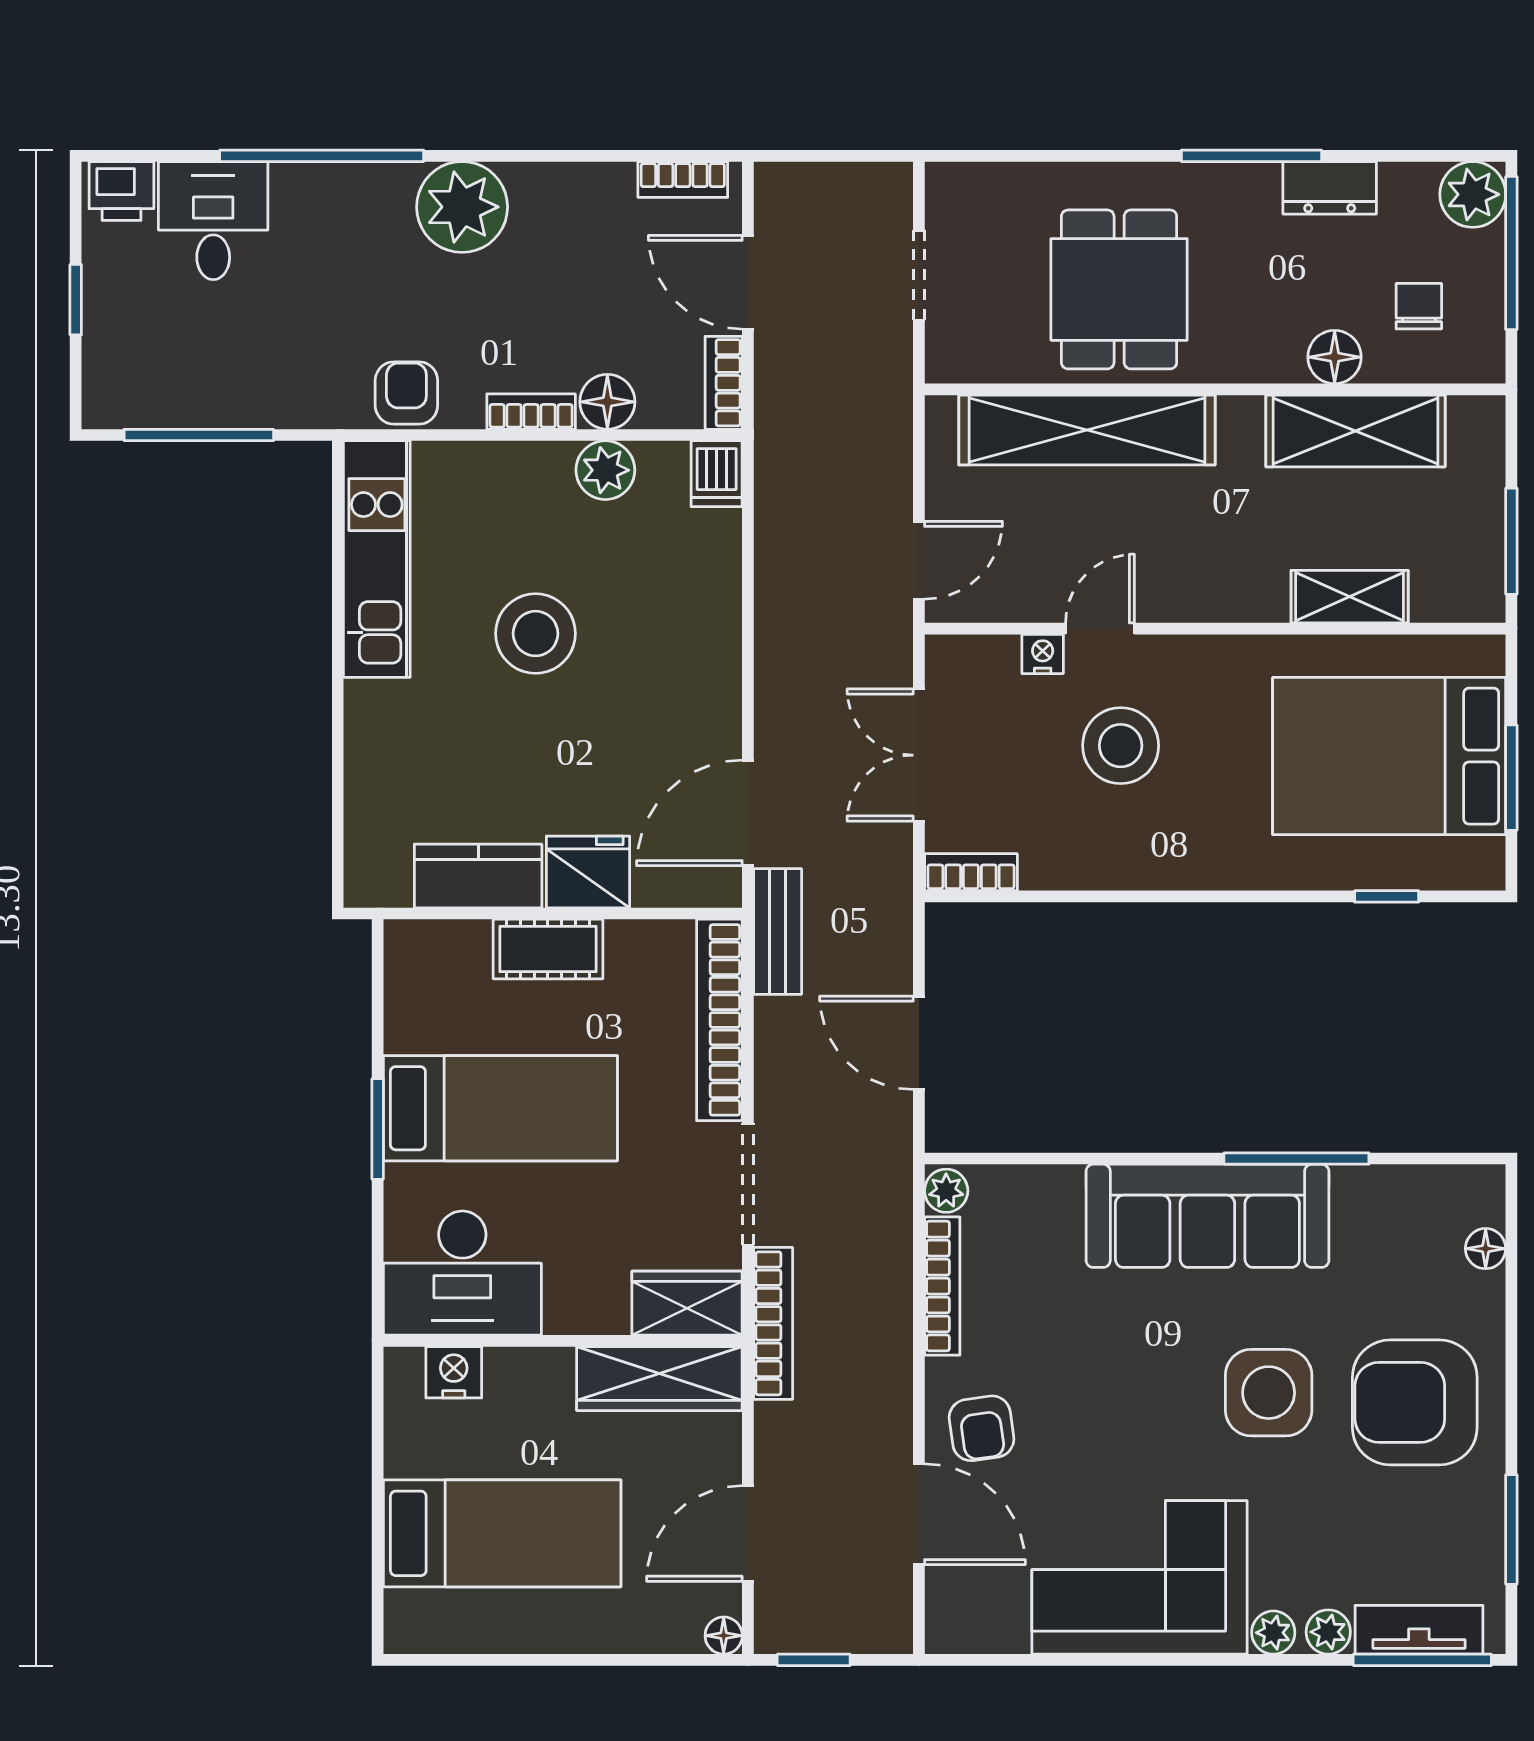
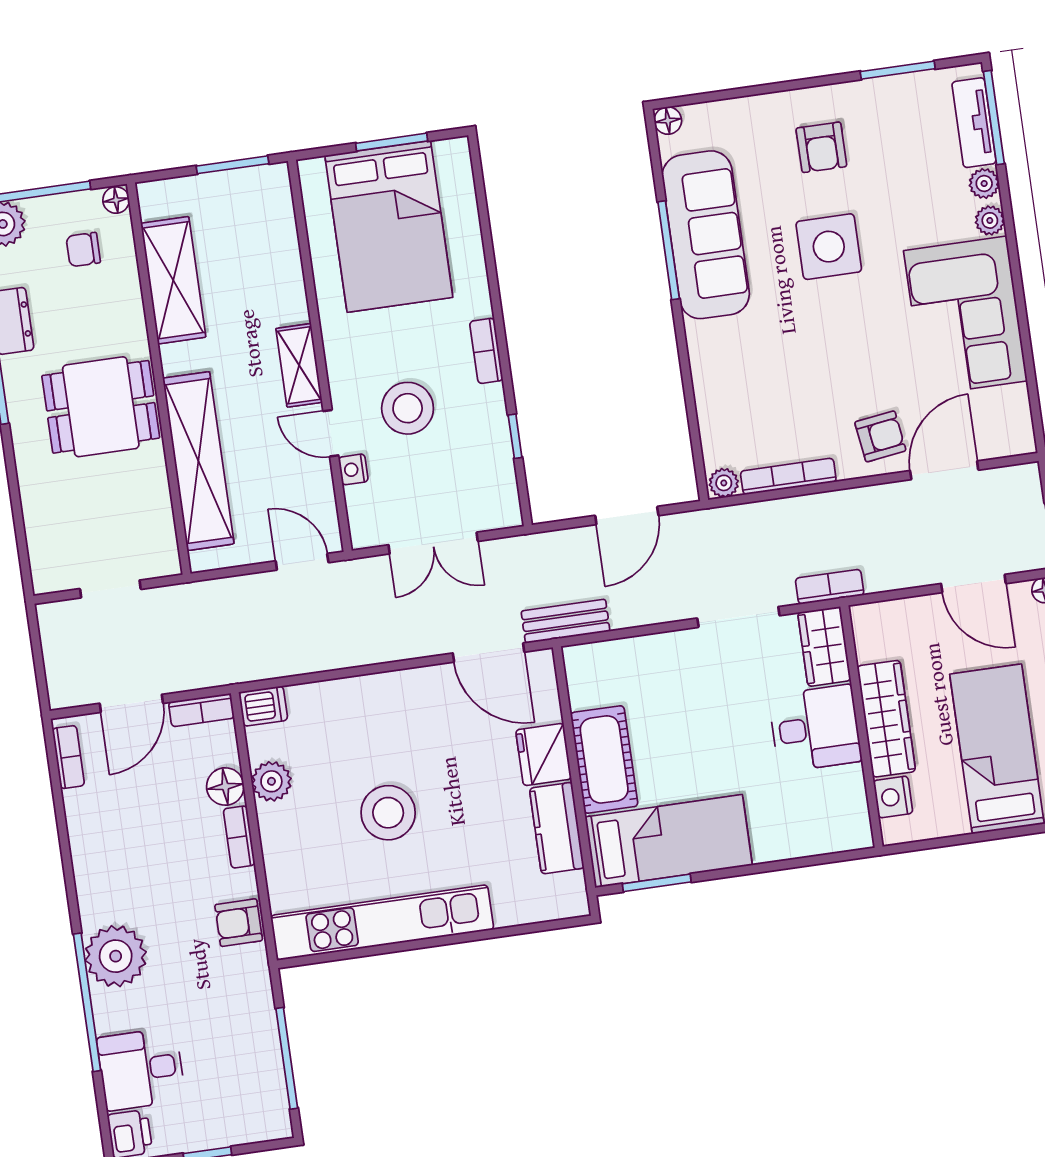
plant: (462, 207) -> (116, 956), moved
dining table: (1119, 289) -> (101, 407), moved
floor lamp: (1335, 357) -> (116, 200), moved, width x0.73, depth x0.73
kitchen unit: (377, 559) -> (382, 923), width x1.36
shelving: (1350, 597) -> (299, 365), moved
bookcase: (971, 872) -> (486, 351), moved
window: (1387, 896) -> (515, 436), moved
cot: (548, 949) -> (604, 759), width x1.37, depth x1.34
bookcase: (719, 1020) -> (631, 652), removed
bed: (500, 1108) -> (669, 841), moved, turned 90
window: (378, 1129) -> (657, 883), moved
sofa: (1207, 1216) -> (706, 235), moved
floor lamp: (1486, 1249) -> (668, 121), moved
desk: (462, 1273) -> (815, 728), moved, width x0.73
bookcase: (773, 1323) -> (830, 587), width x0.64
wardrobe: (659, 1379) -> (886, 719), moved
armchair: (1415, 1402) -> (821, 147), width x0.53, depth x0.53

